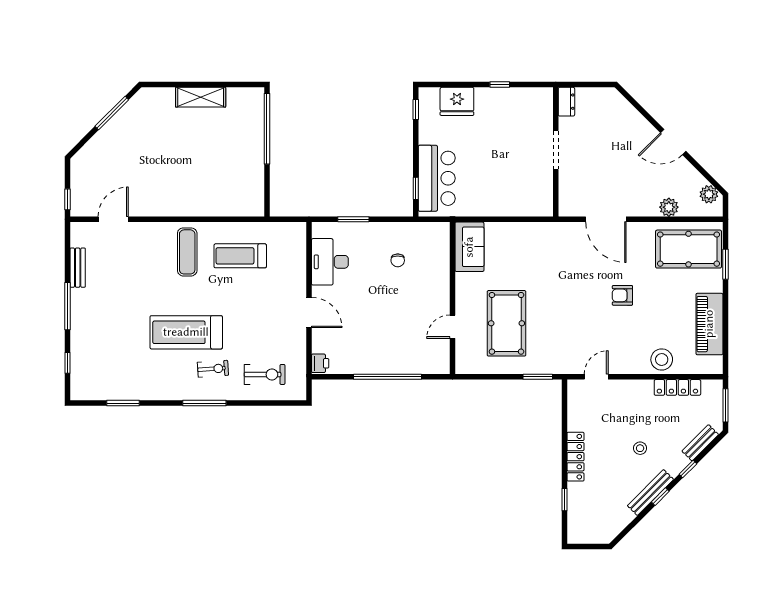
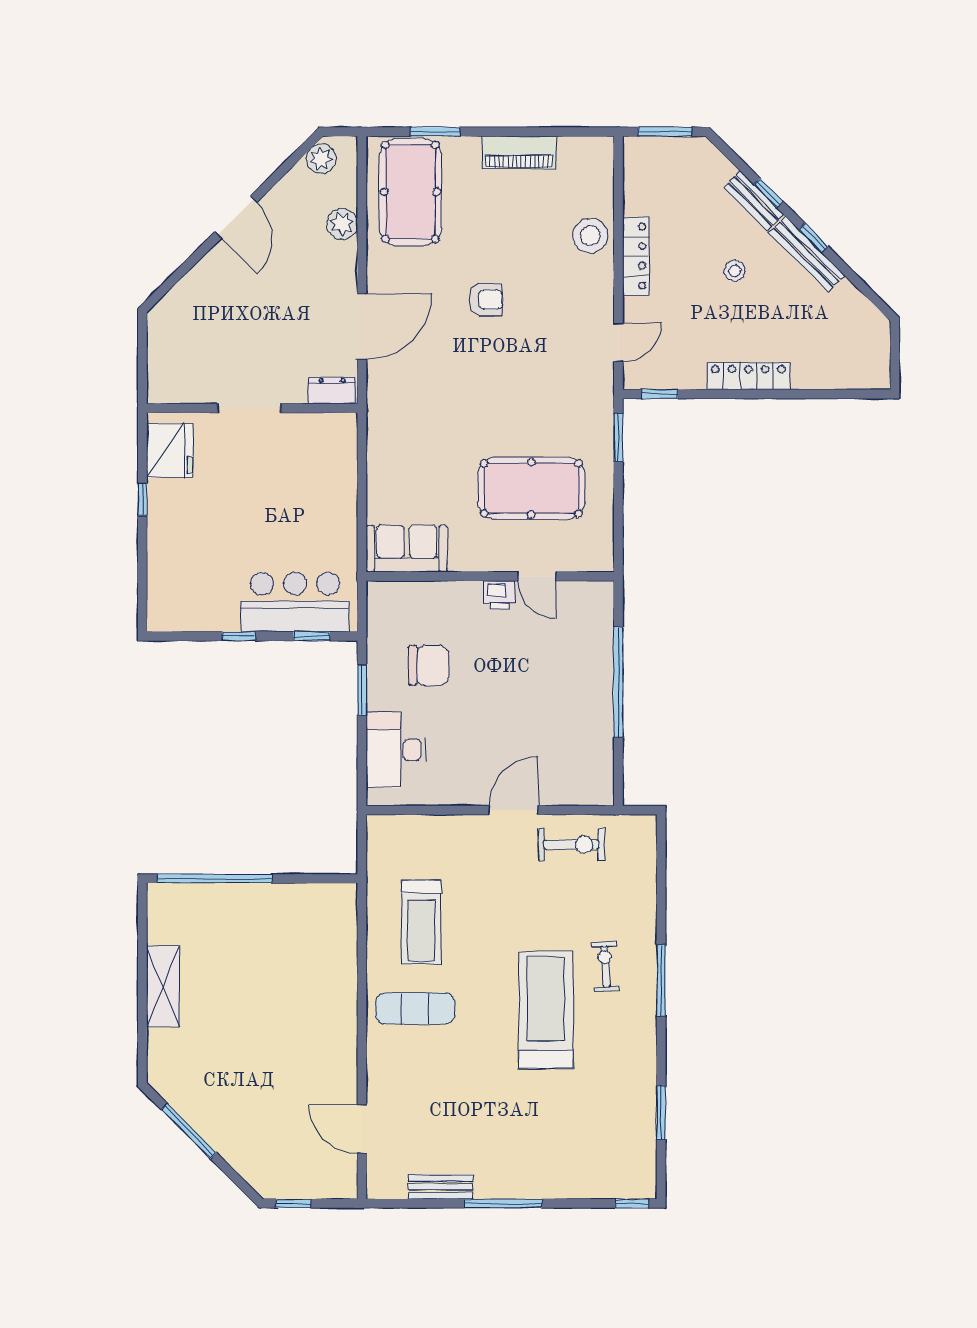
fridge: (457, 101) -> (170, 450), moved
dresser: (566, 102) -> (332, 391), moved
window: (416, 110) -> (239, 636), moved
window: (67, 199) -> (294, 1203), moved
window: (353, 219) -> (362, 690), moved
chair: (398, 260) -> (429, 666), width x1.87, depth x1.87
desk: (330, 262) -> (396, 750), moved, turned 90
armchair: (622, 295) -> (486, 300), turned -90
piano: (709, 324) -> (519, 152), width x0.73, depth x0.75
treadmill: (186, 332) -> (546, 1010), turned 180
window: (67, 363) -> (632, 1203), moved
printer: (320, 363) -> (499, 595), moved, turned 180
exercise bike: (265, 374) -> (571, 844), moved, turned 90
door: (596, 377) -> (618, 342), swing flipped
locker: (677, 387) -> (636, 256), moved
bench: (700, 443) -> (754, 201), moved
window: (564, 500) -> (660, 394), moved

